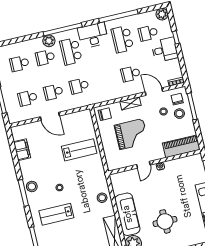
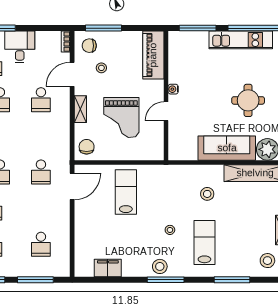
school desk: (53, 92) -> (41, 208), removed
stool: (179, 114) -> (109, 47), removed
door: (50, 116) -> (72, 186), moved
grand piano: (131, 134) -> (121, 118), turned 180
door: (143, 165) -> (166, 111), swing flipped
stool: (102, 198) -> (207, 194), moved
lab bench: (56, 214) -> (204, 242), turned 180

